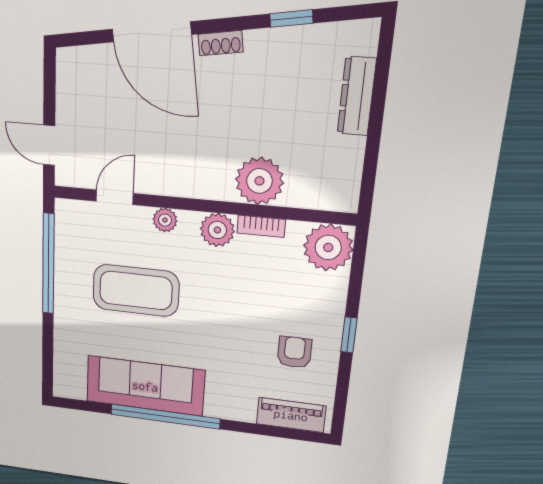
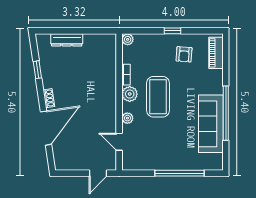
plant: (259, 181) -> (106, 77), removed
plant: (328, 247) -> (128, 39), width x0.53, depth x0.53
window: (48, 264) -> (179, 173), moved
coffee table: (136, 290) -> (158, 97), moved
armchair: (294, 352) -> (184, 54), turned -86

